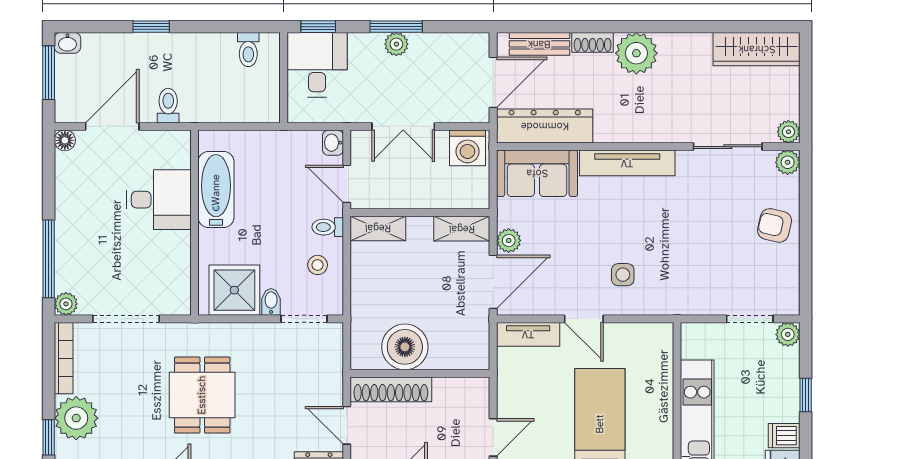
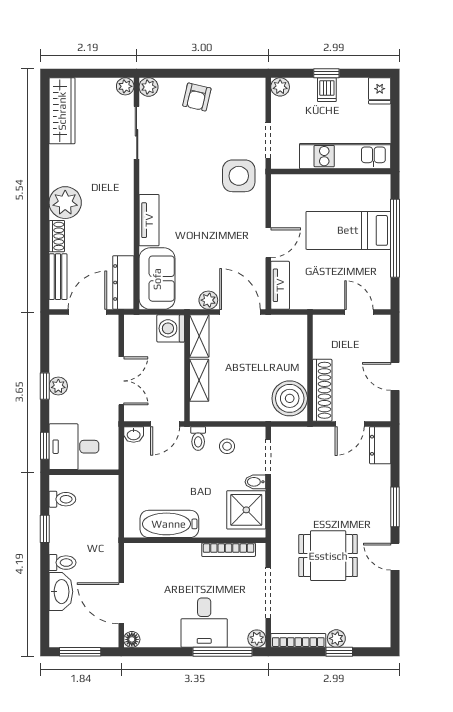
window: (151, 27) -> (45, 529), moved
window: (396, 27) -> (45, 386), width x0.67
washbasin: (67, 43) -> (61, 592), moved, width x1.91, depth x1.45
door: (493, 82) -> (87, 312), hinge flipped
toilet: (168, 106) -> (63, 563), moved, turned 180
dresser: (545, 126) -> (123, 282), width x0.73, depth x0.80
washing machine: (468, 148) -> (171, 328), moved, turned 180
tv unit: (627, 163) -> (149, 220), width x0.71
desk: (159, 200) -> (204, 623), moved, turned 180
shelving: (378, 228) -> (199, 380), moved
bookcase: (182, 267) -> (229, 550), added
side table: (623, 275) -> (239, 176), moved, width x1.87, depth x1.87
doorway: (750, 319) -> (268, 140), moved
boiler: (405, 347) -> (290, 398), moved
dining table: (202, 395) -> (328, 556), moved
plant: (76, 418) -> (336, 638), width x0.53, depth x0.53
dishwasher: (784, 436) -> (327, 90), moved
window: (49, 437) -> (339, 652), moved

